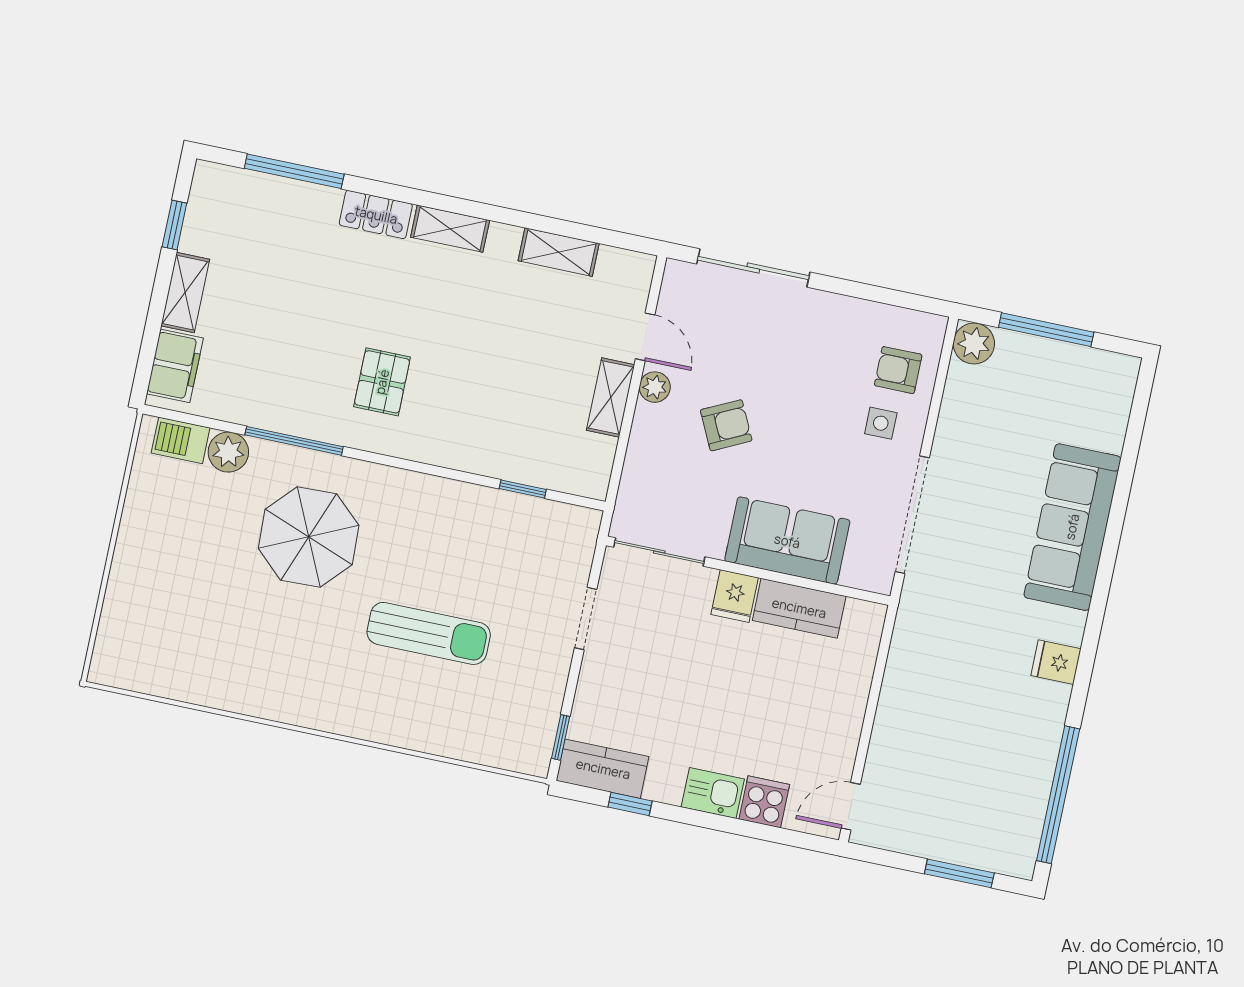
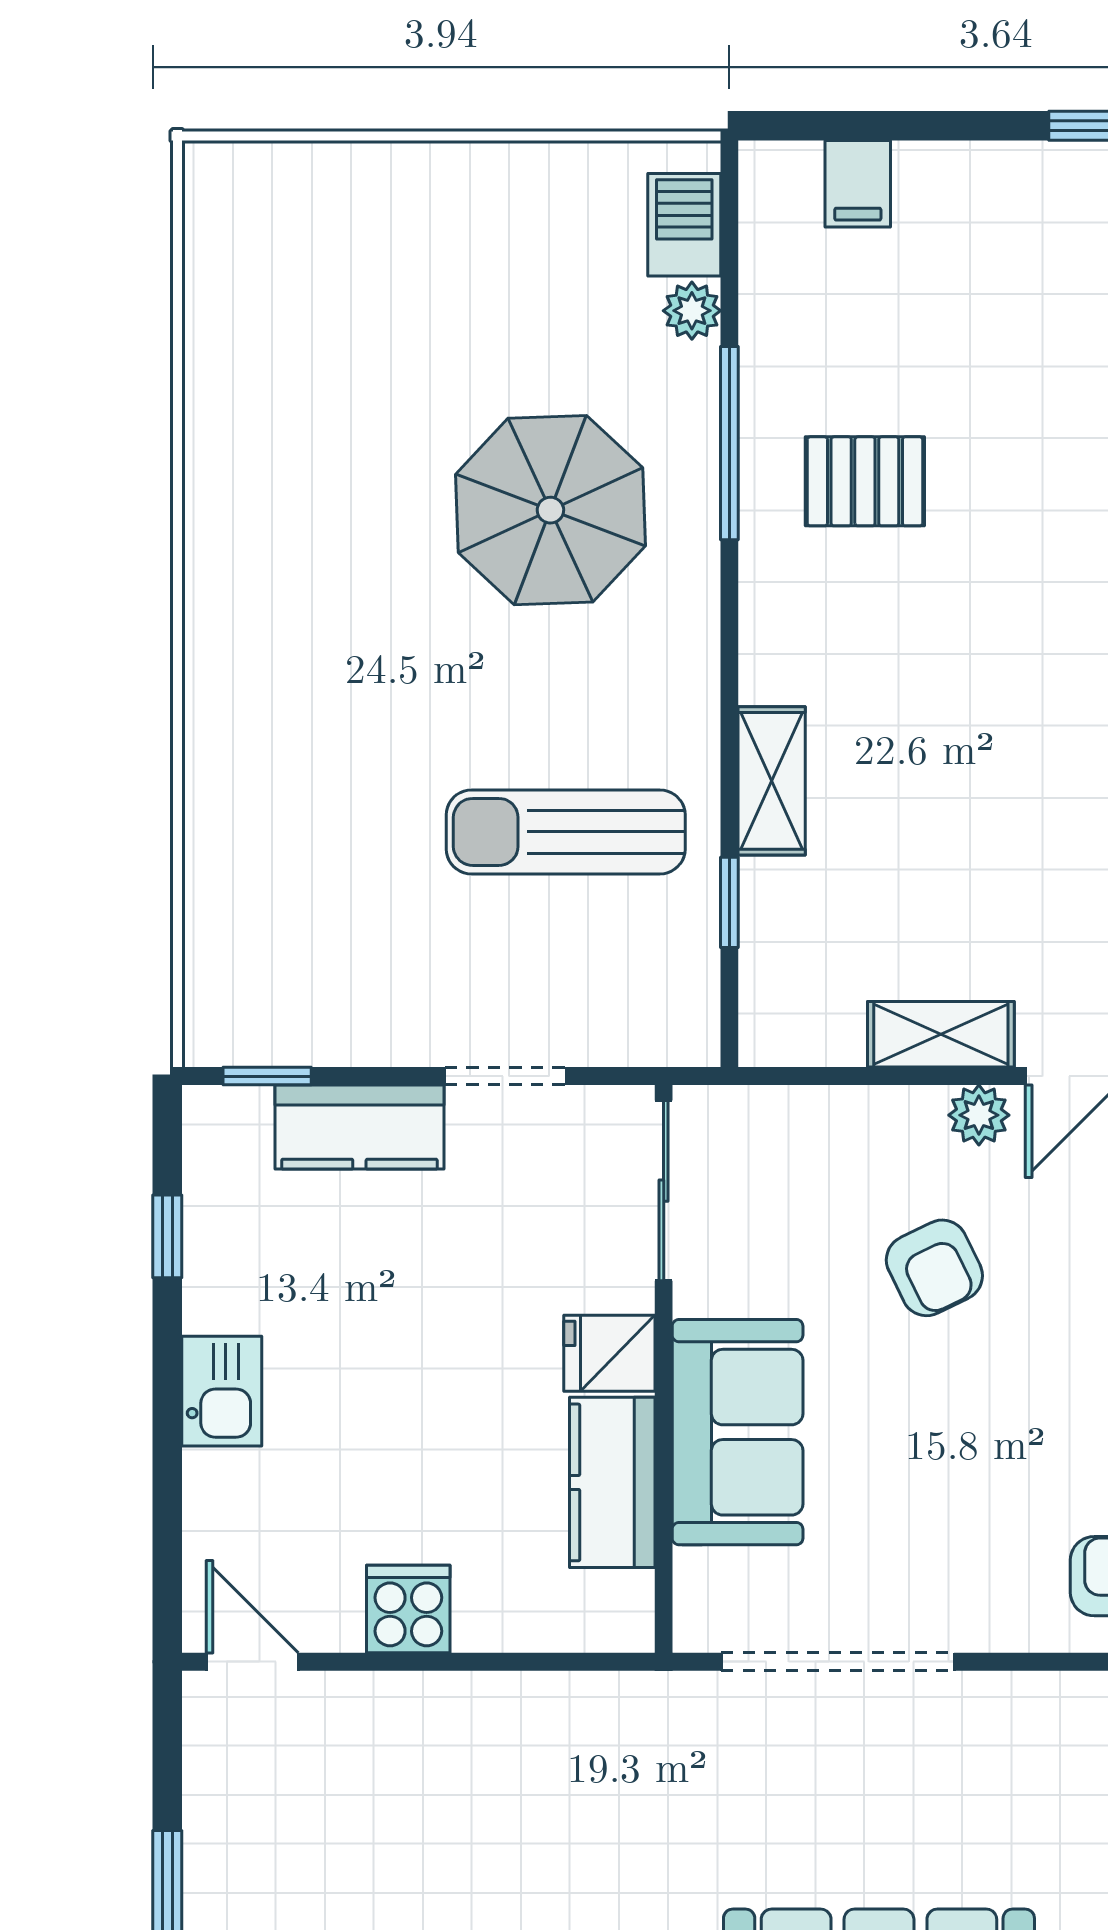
shelving: (185, 293) -> (772, 781), moved, turned 90
filing cabinet: (175, 366) -> (858, 184), width x0.50
pallet: (382, 382) -> (865, 481), moved
side table: (881, 423) -> (1001, 1564), removed
plant: (228, 452) -> (692, 311), width x0.73, depth x0.73
sun lounger: (429, 633) -> (566, 832), moved, turned 90
kitchen counter: (603, 769) -> (359, 1127), moved, turned 90
cooker: (764, 802) -> (408, 1609), moved, turned -90

